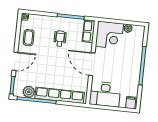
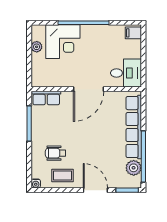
corner desk: (109, 35) -> (63, 42), moved, turned 90
wheelchair: (60, 38) -> (56, 153), moved
desk: (105, 94) -> (126, 73), width x0.73

